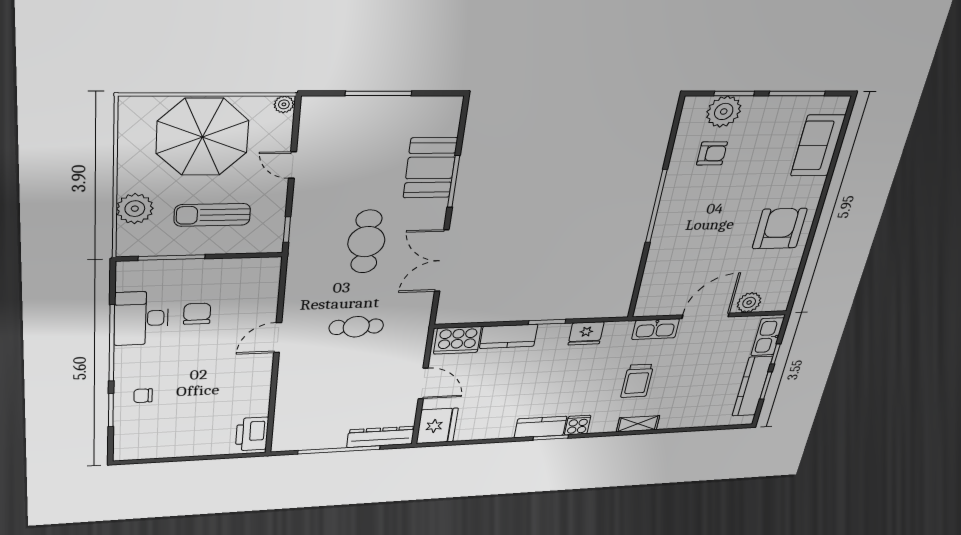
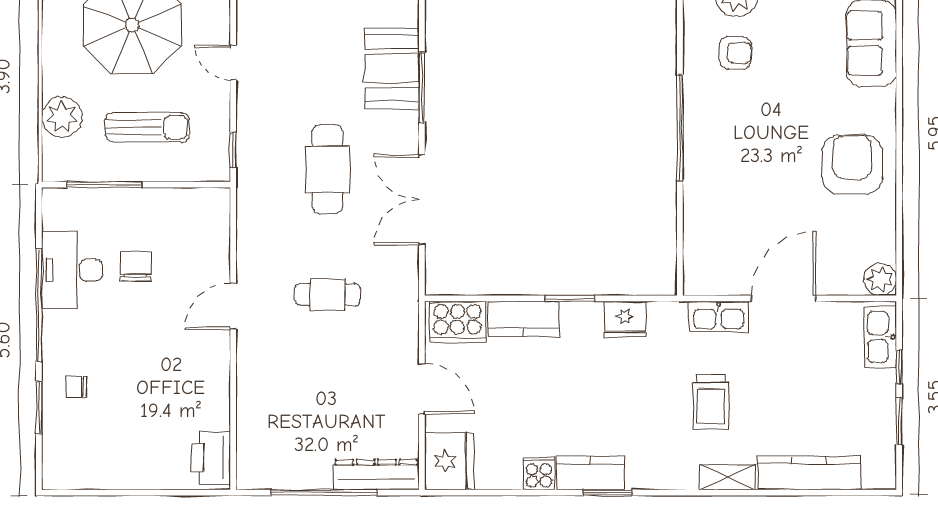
sun lounger: (212, 215) -> (147, 127), turned 180
plant: (749, 303) -> (880, 279), moved
kitchen counter: (752, 386) -> (809, 473), moved, turned 90
cooker: (578, 425) -> (539, 473), moved

